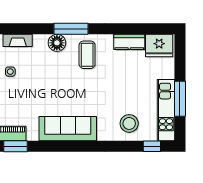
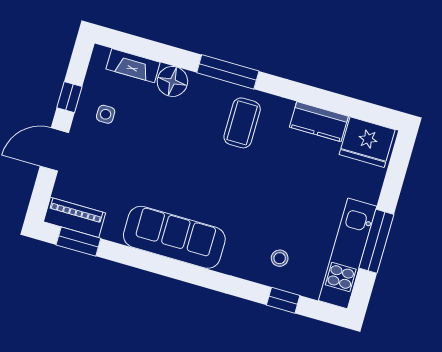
floor lamp: (57, 43) -> (172, 81), moved
stool: (129, 123) -> (280, 258), width x0.53, depth x0.53
window: (152, 146) -> (283, 300), moved

